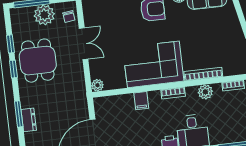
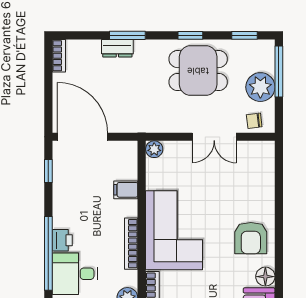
window: (10, 44) -> (245, 35), moved
bookcase: (173, 93) -> (131, 244), width x1.56
filing cabinet: (141, 101) -> (126, 190), moved

